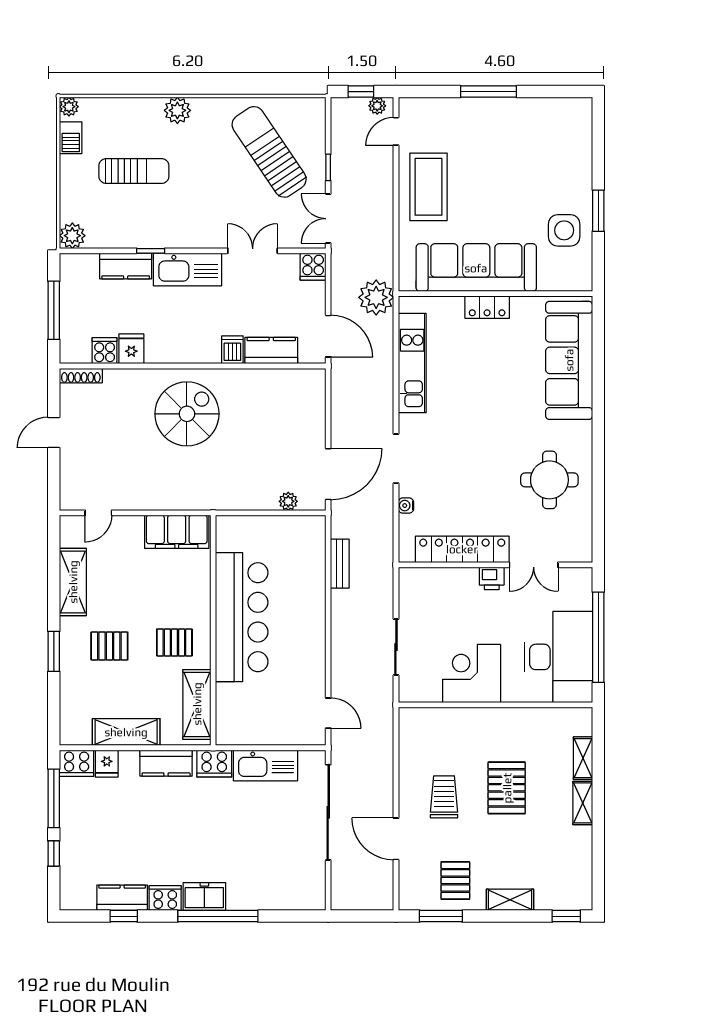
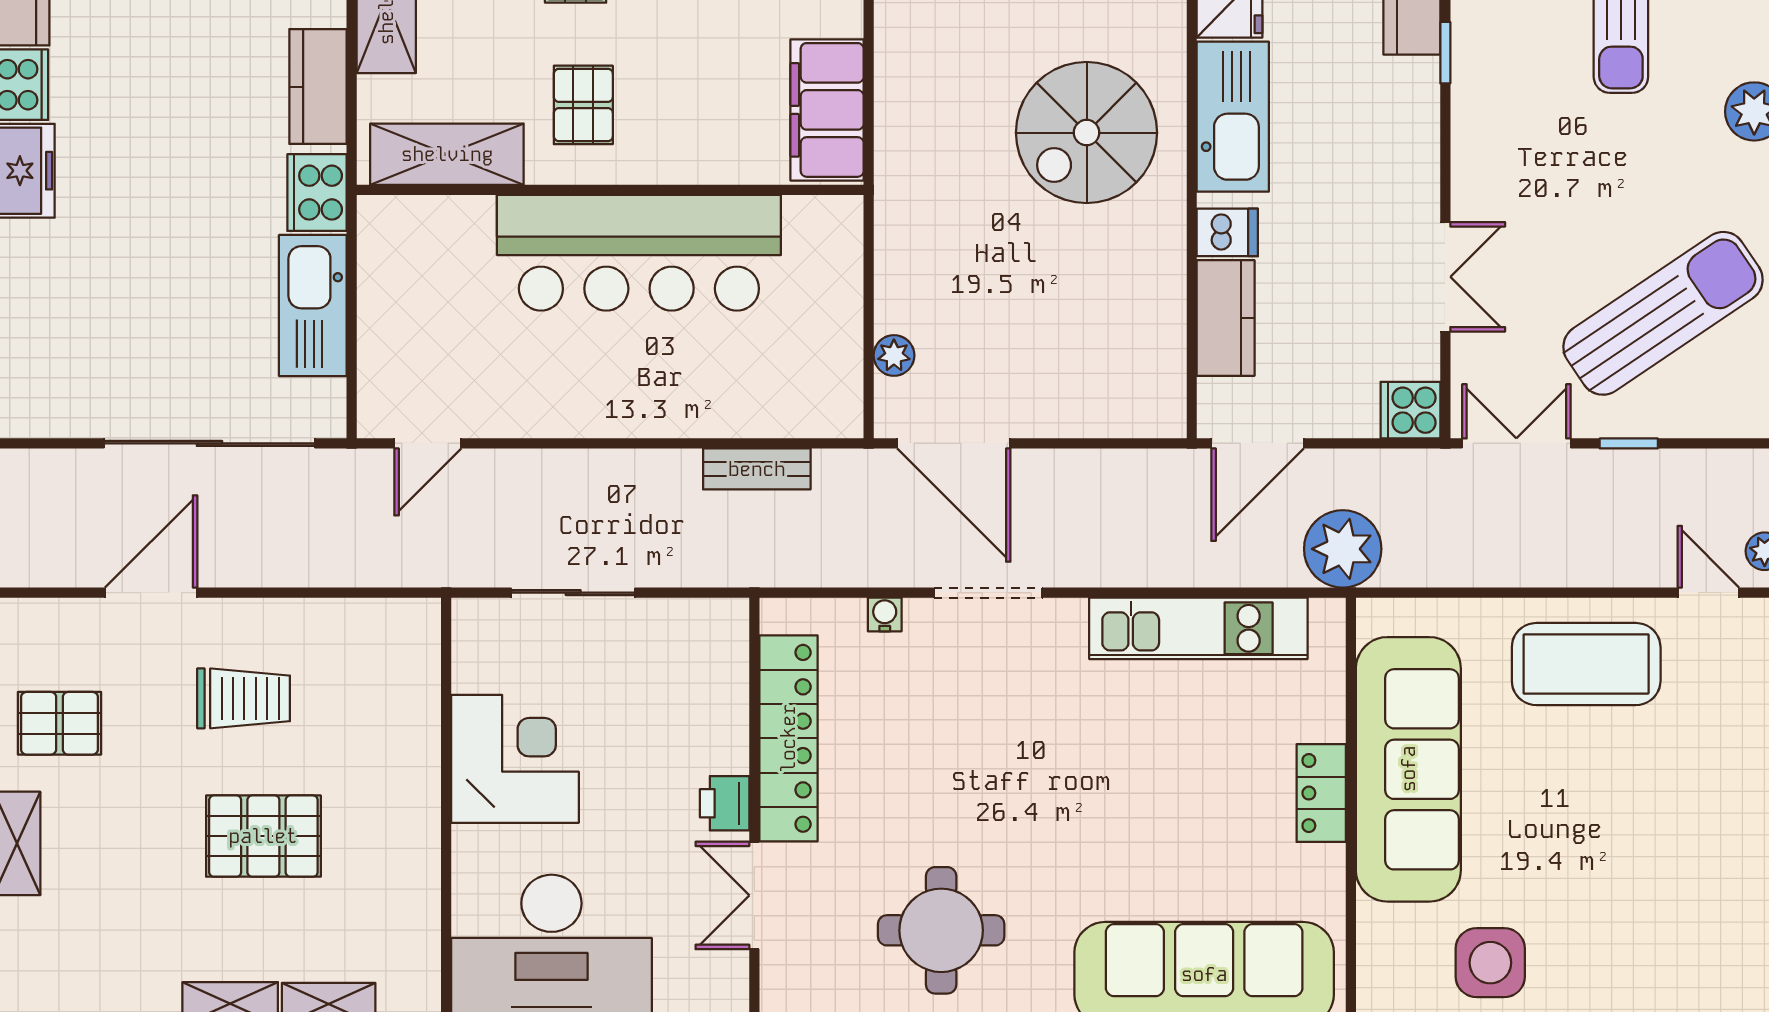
kitchen sink: (187, 269) -> (1233, 117), moved, turned 180
spiral stairs: (187, 414) -> (1087, 133), turned 90

